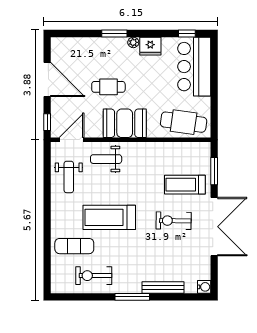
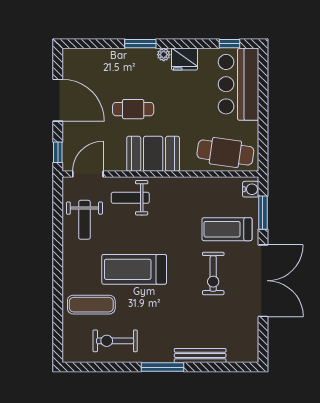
exercise bike: (174, 221) -> (213, 273), turned -91
water cooler: (204, 287) -> (251, 189), moved

